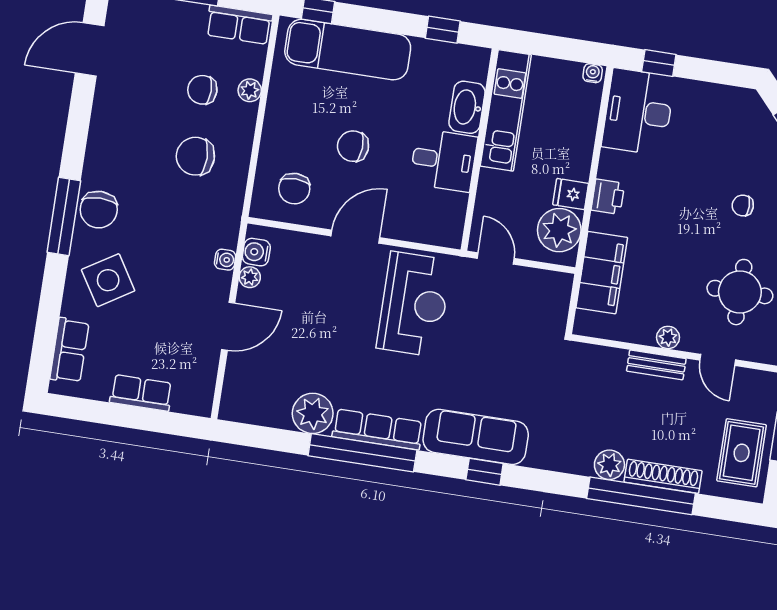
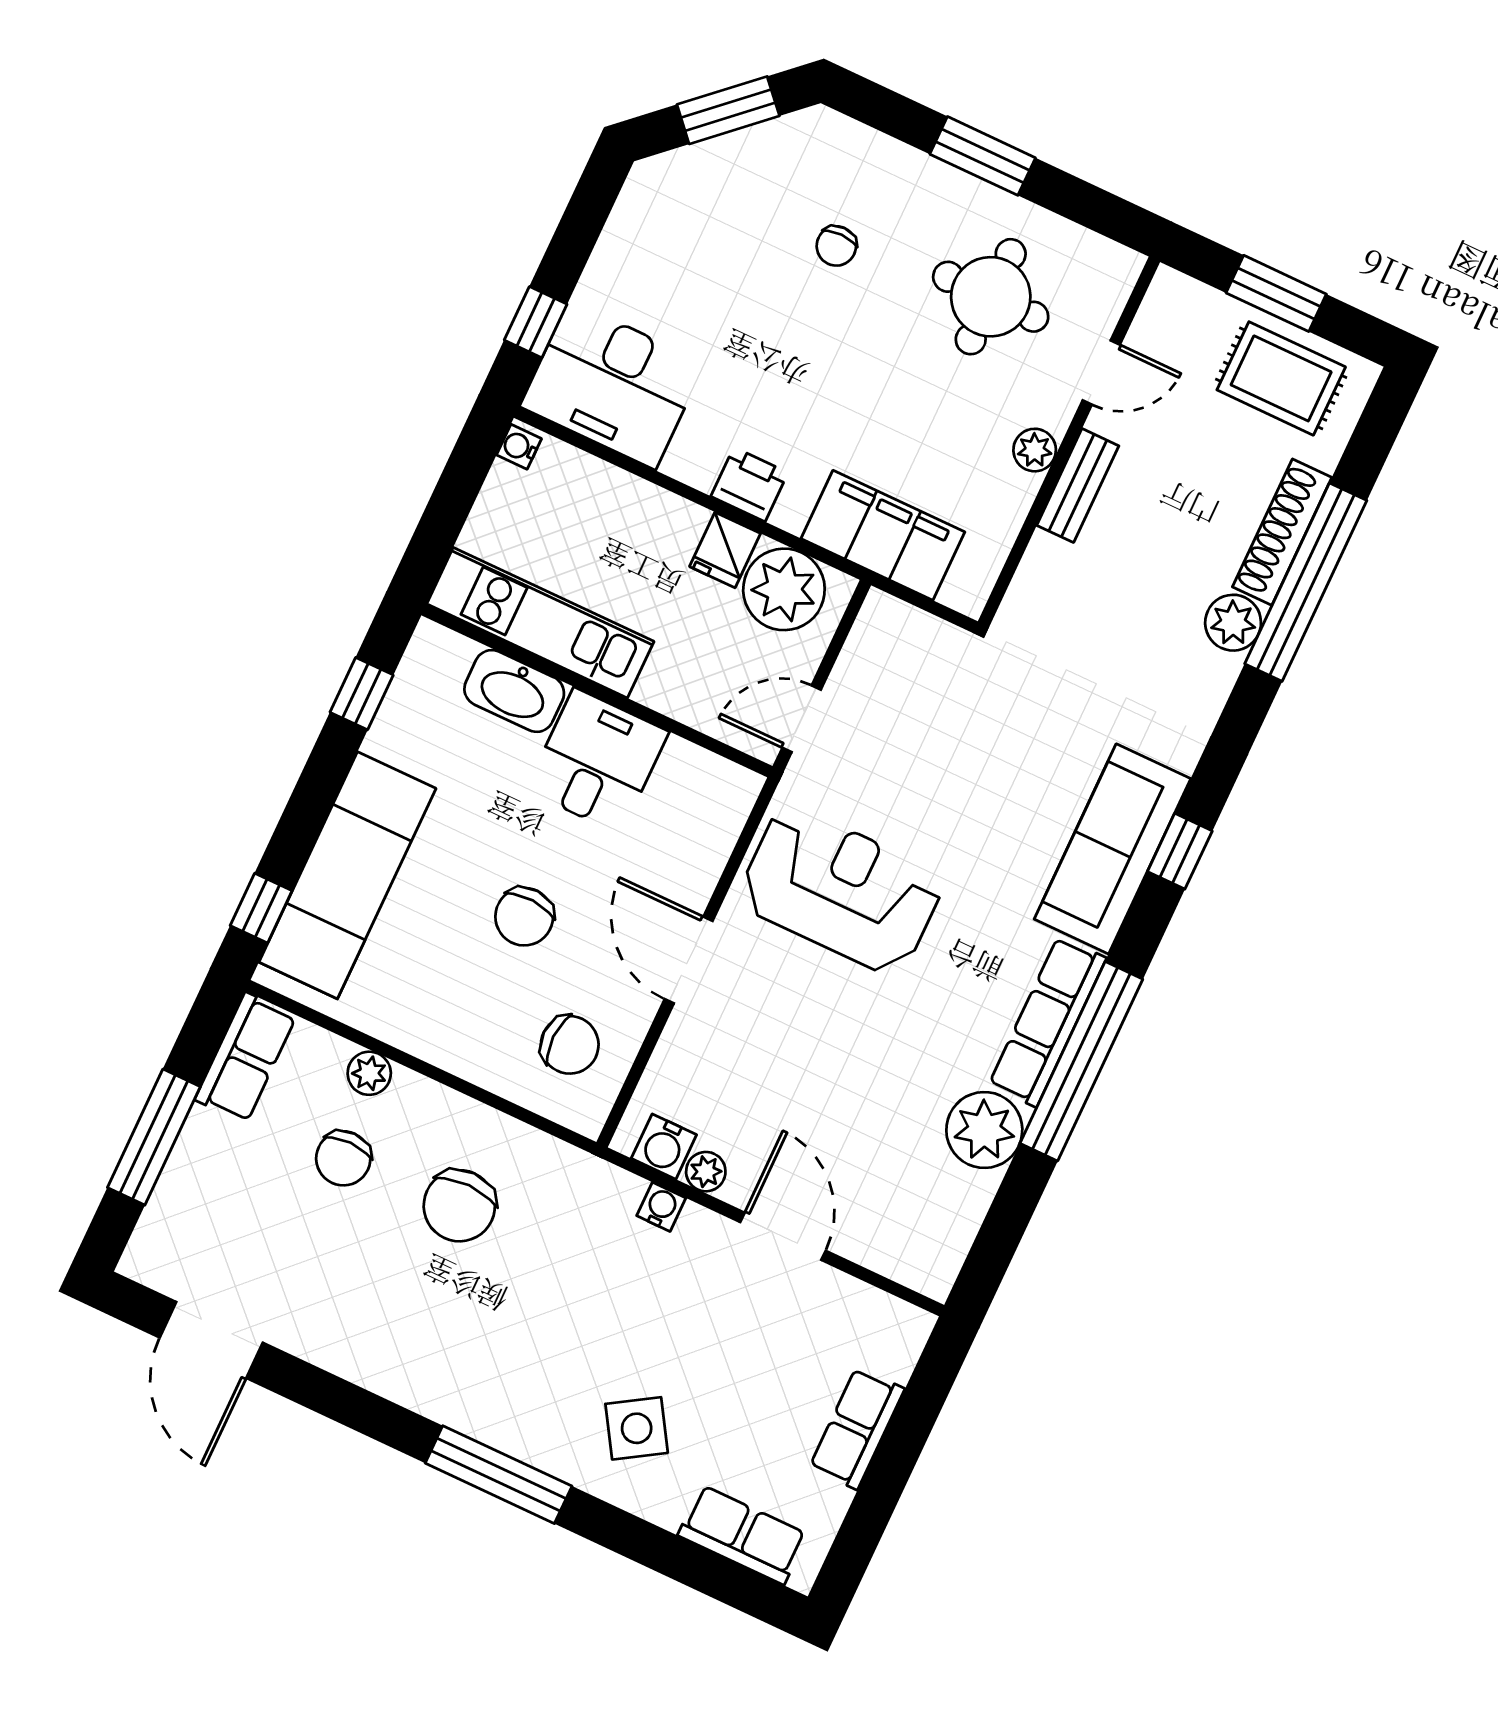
chair: (99, 210) -> (505, 1408), removed
side table: (108, 280) -> (637, 1428), width x0.73, depth x0.73

